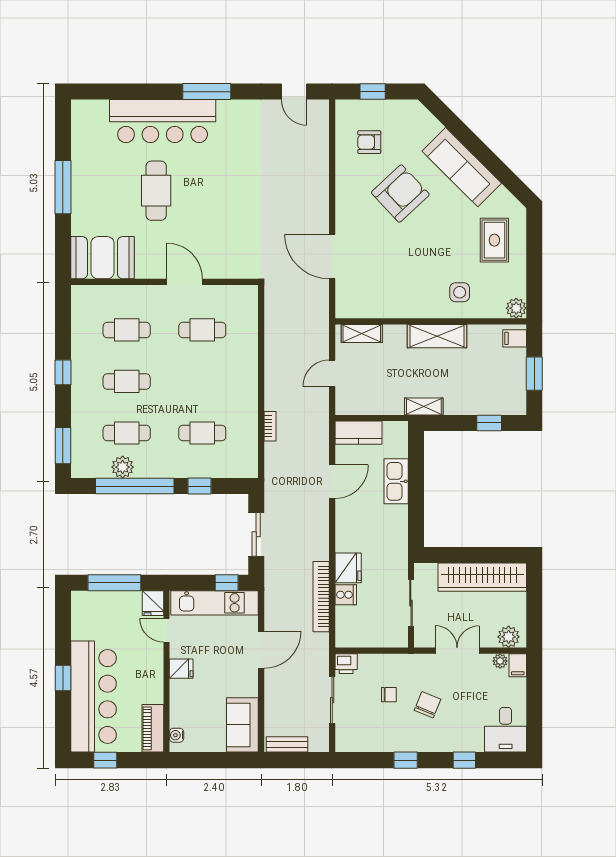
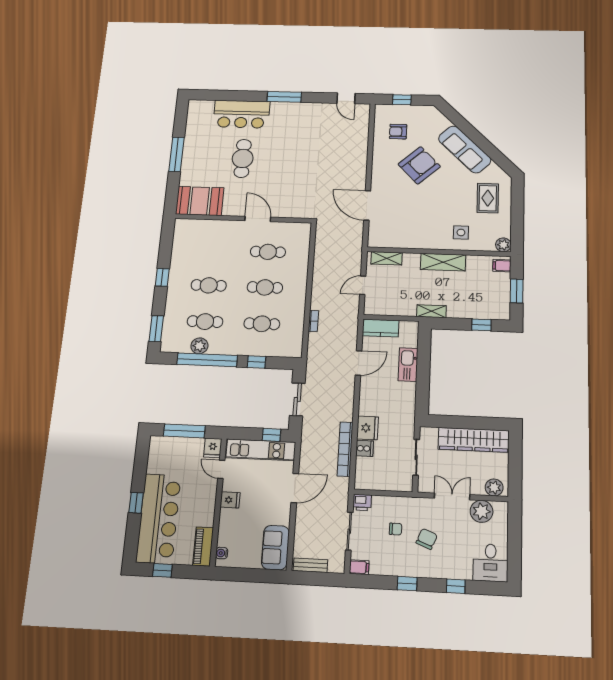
bar counter: (163, 121) -> (241, 114), width x0.73
cafe table: (127, 330) -> (265, 287), moved
plant: (500, 661) -> (482, 511), width x1.88, depth x1.88
filing cabinet: (518, 665) -> (359, 567), moved, turned -90

